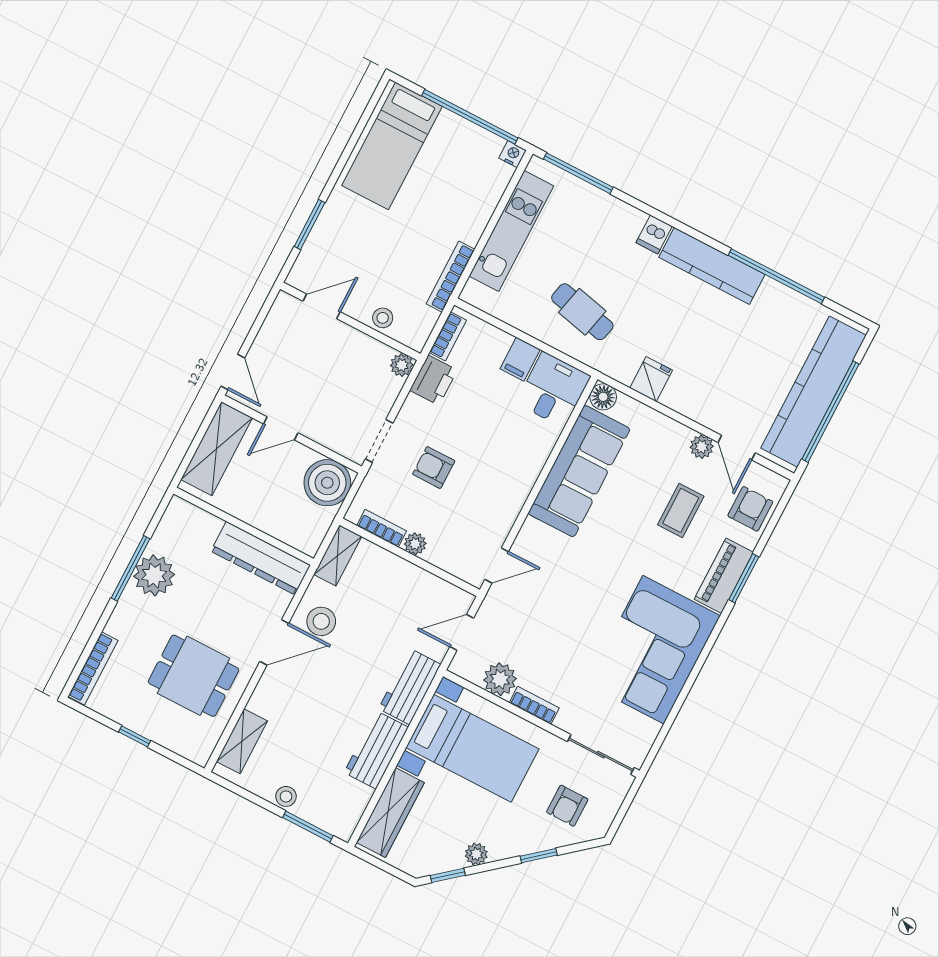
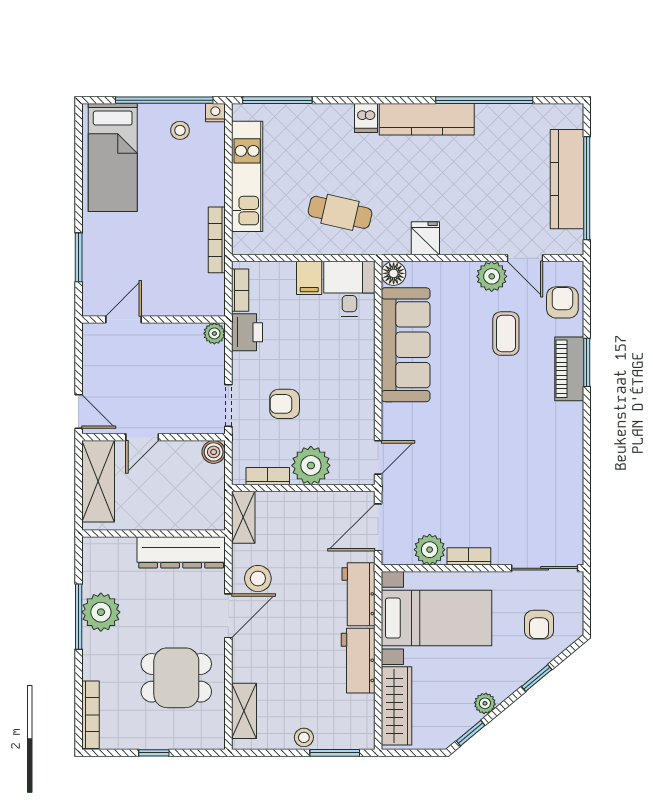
stool: (383, 318) -> (180, 130), moved
kitchen counter: (813, 392) -> (567, 179), width x0.72, depth x0.86
plant: (702, 447) -> (492, 276), width x1.38, depth x1.38
boiler: (327, 483) -> (214, 452), width x0.54, depth x0.54
plant: (415, 544) -> (311, 465), width x1.87, depth x1.87
door: (462, 632) -> (378, 527), width x1.38
corner sofa: (653, 650) -> (543, 460), removed

